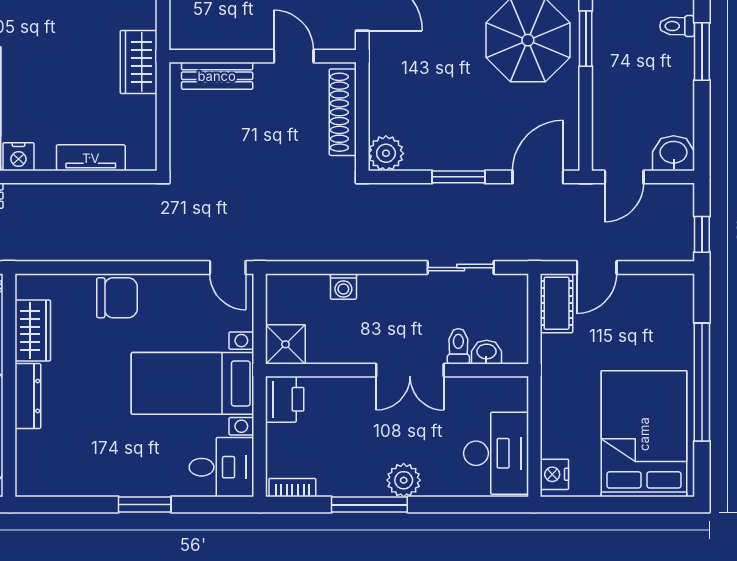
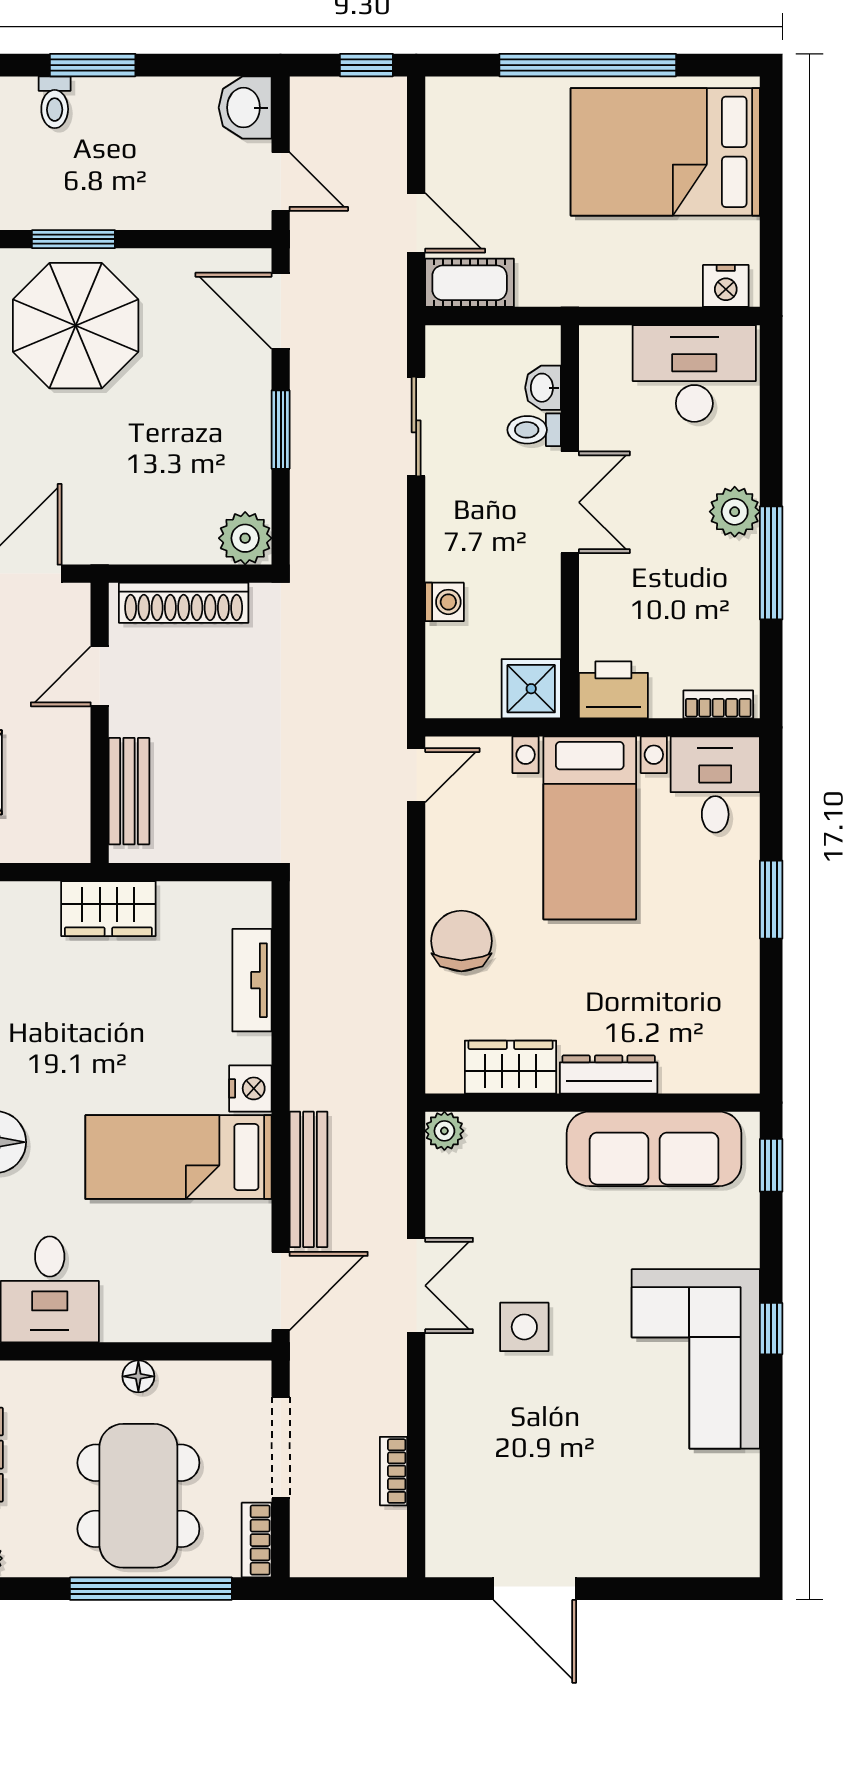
bookcase: (292, 488) -> (718, 704), moved, turned 90

